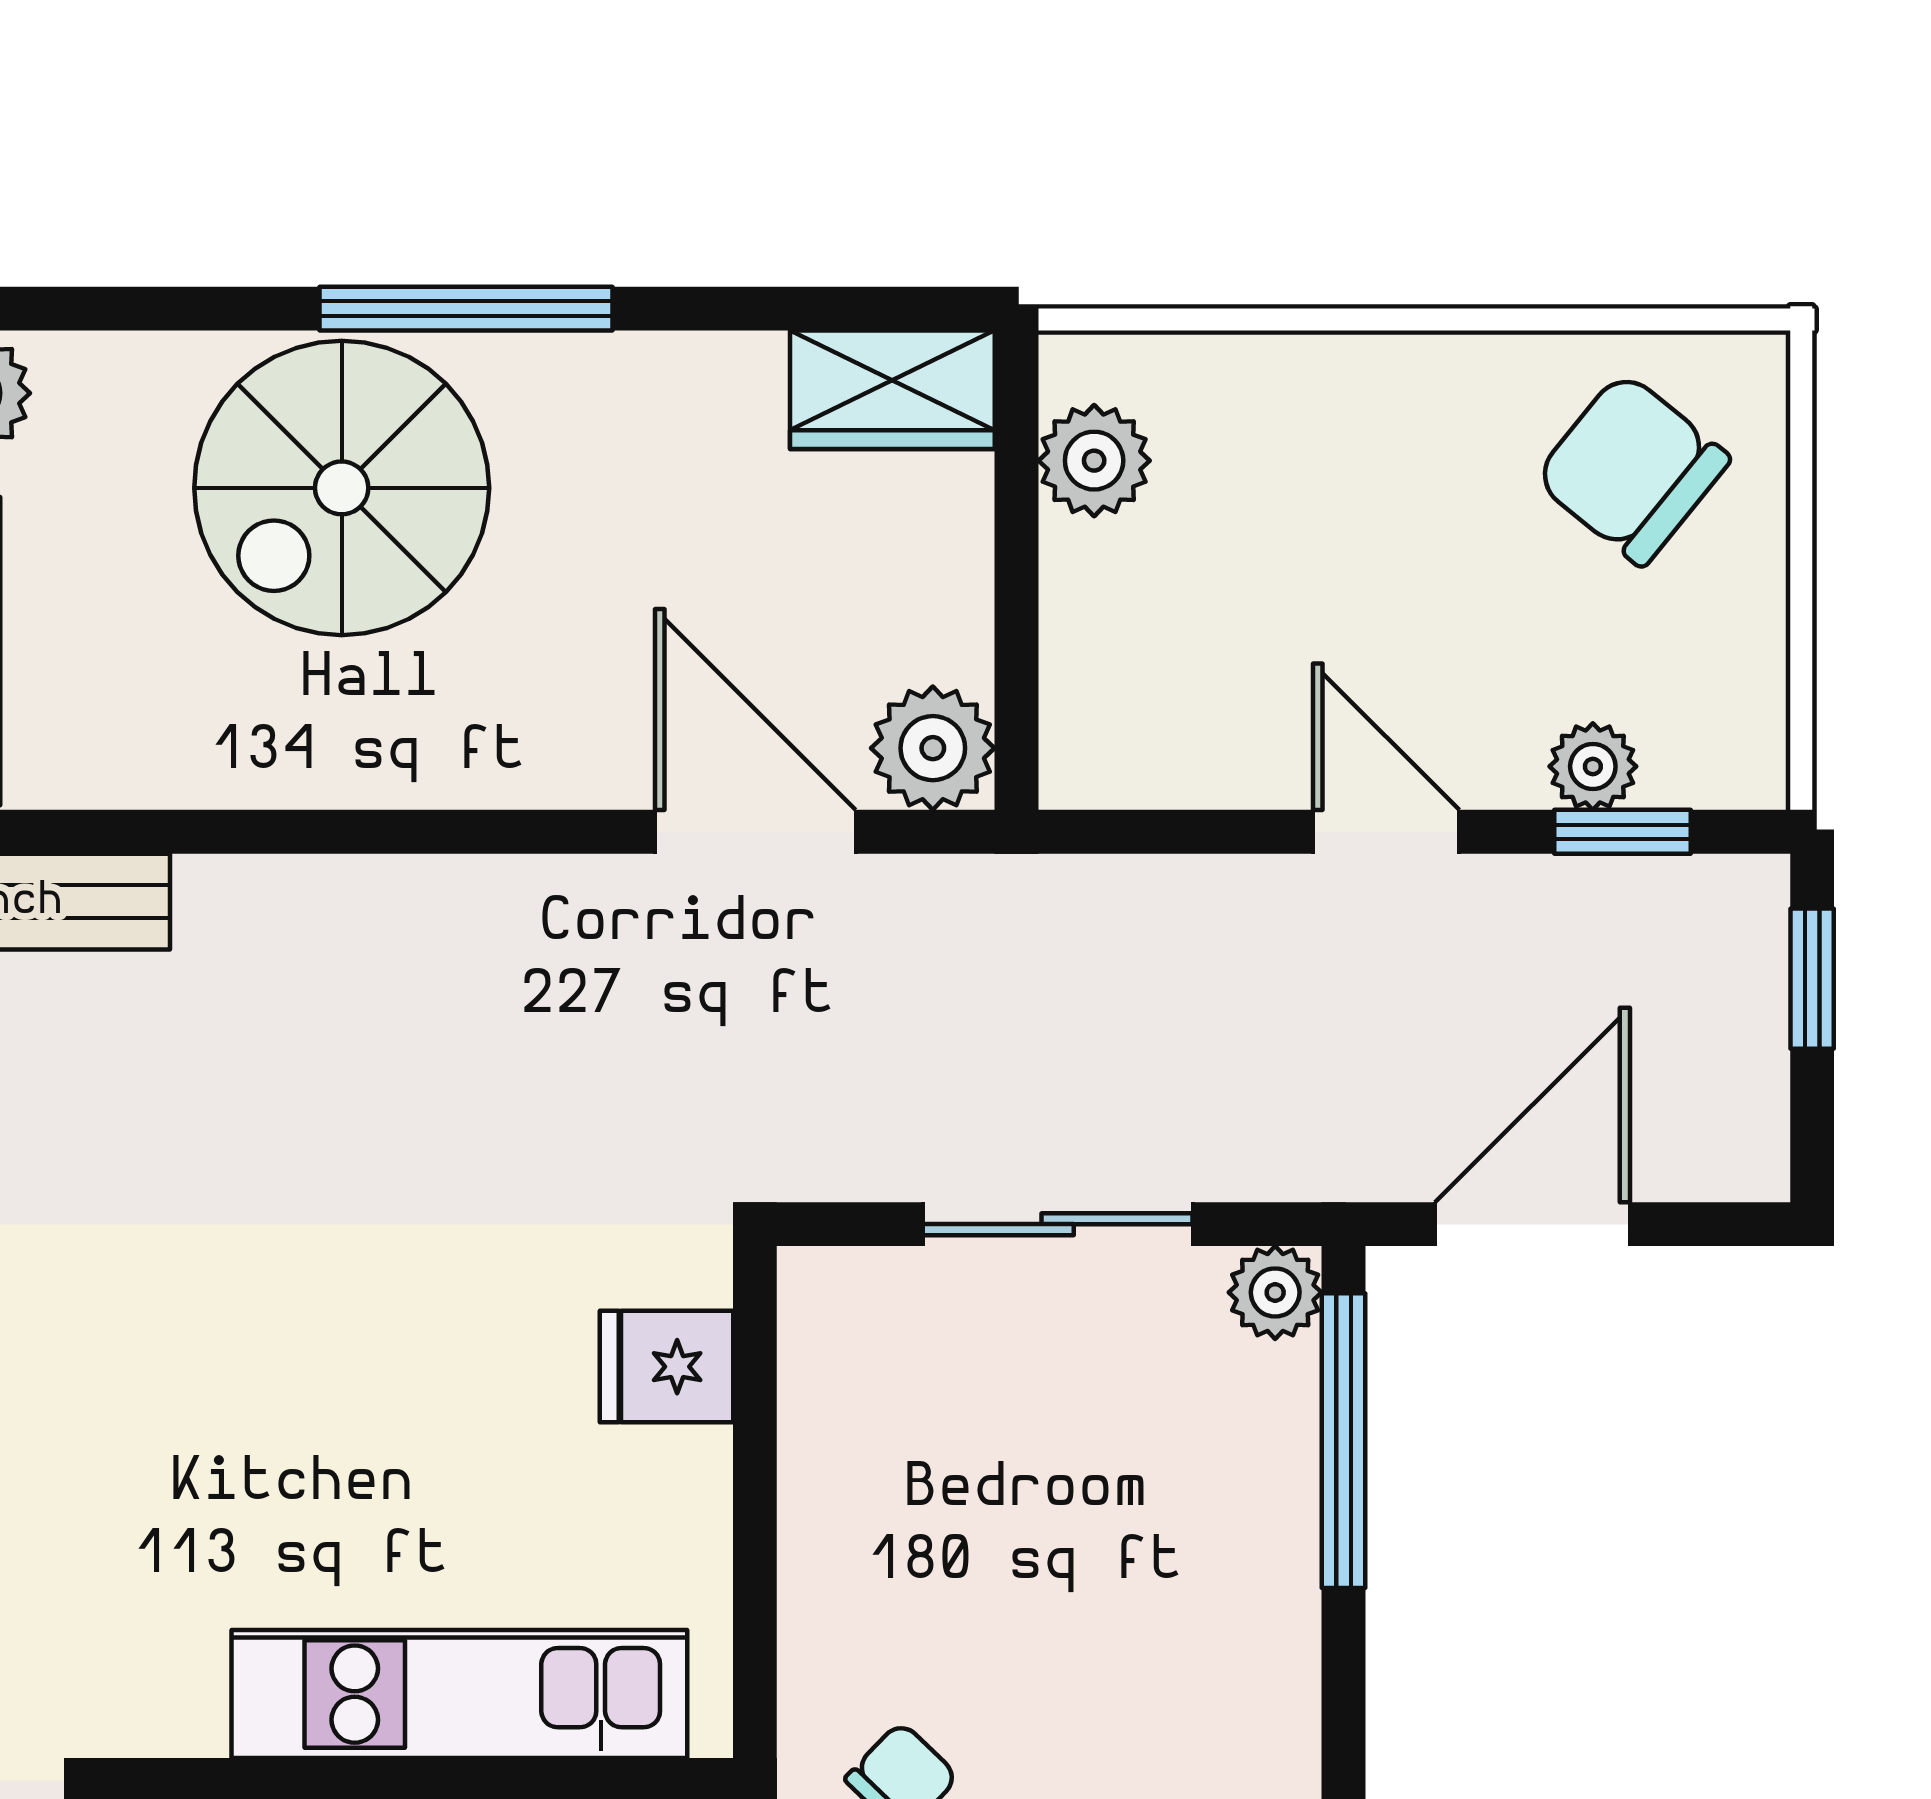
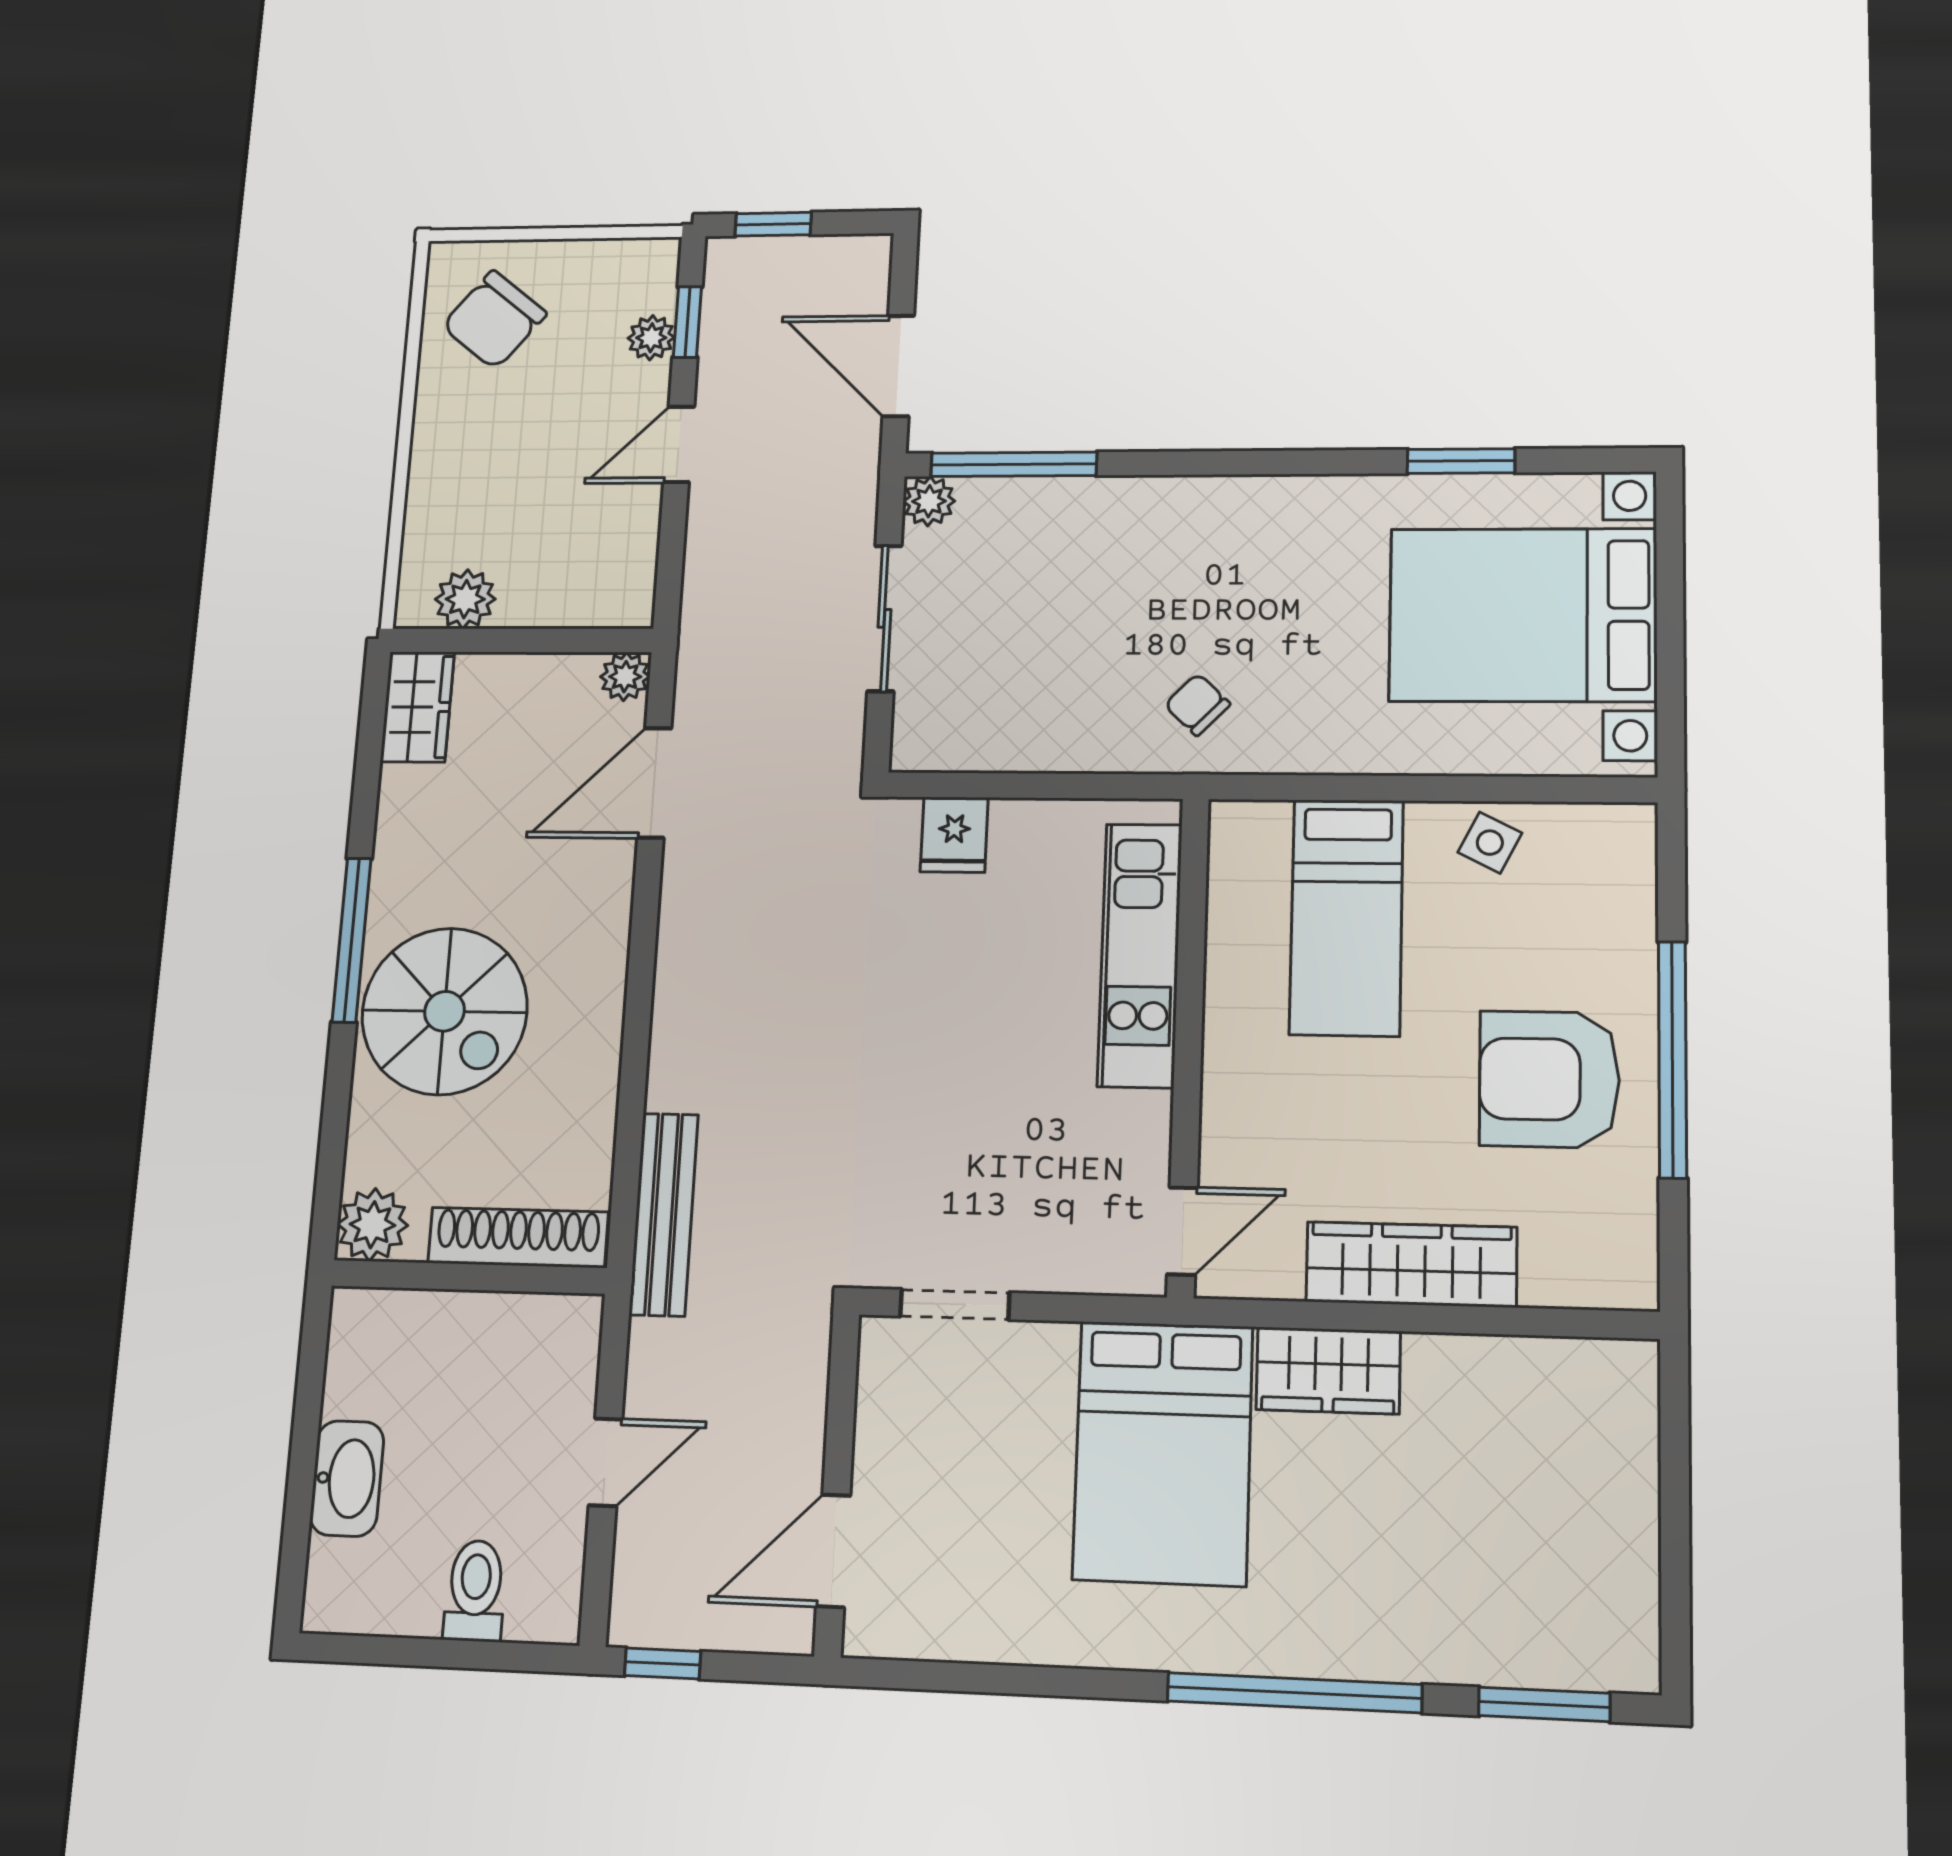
plant: (933, 748) -> (625, 677), width x0.73, depth x0.73

